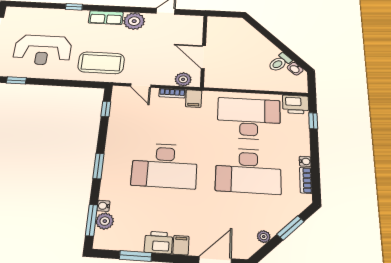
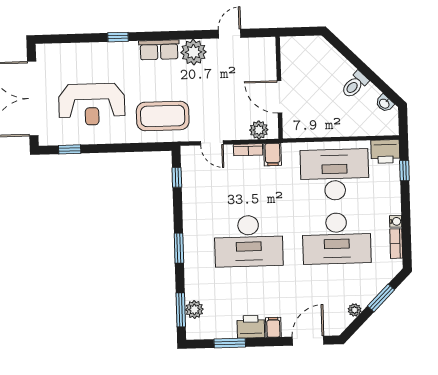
toilet: (280, 62) -> (355, 85), moved
water cooler: (103, 206) -> (191, 293), removed

